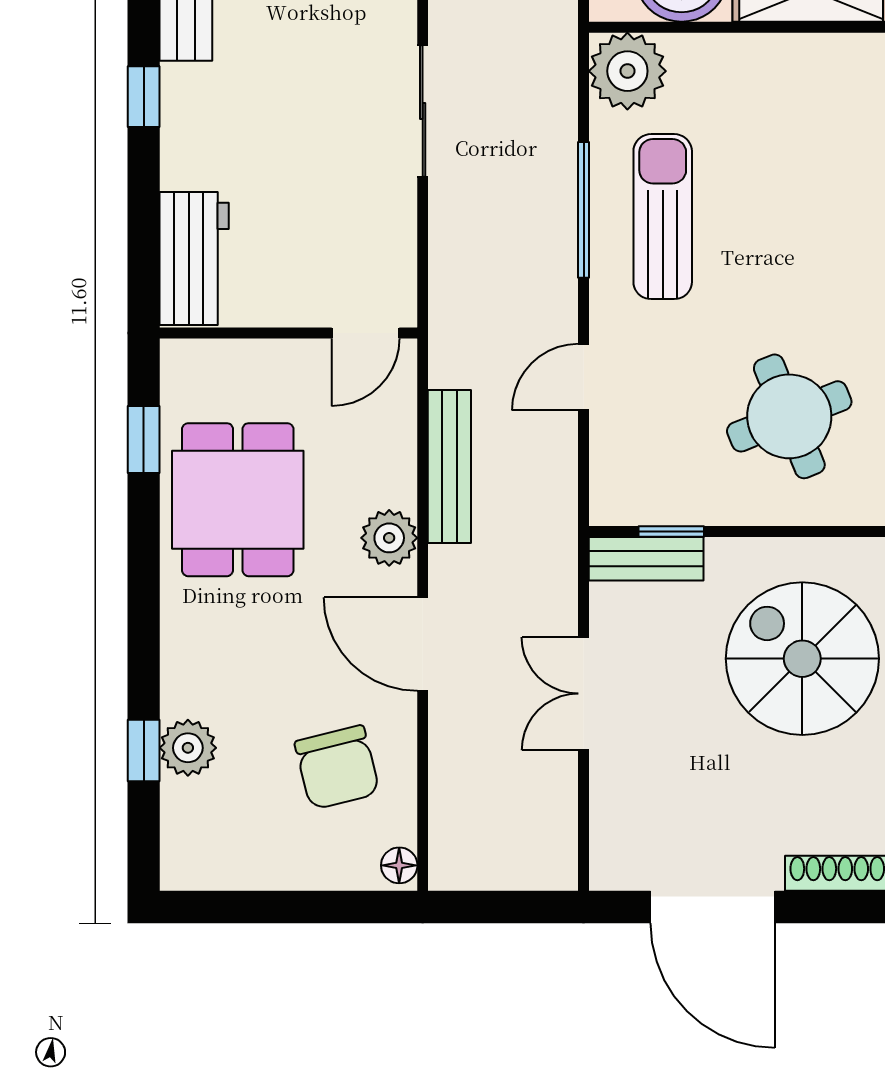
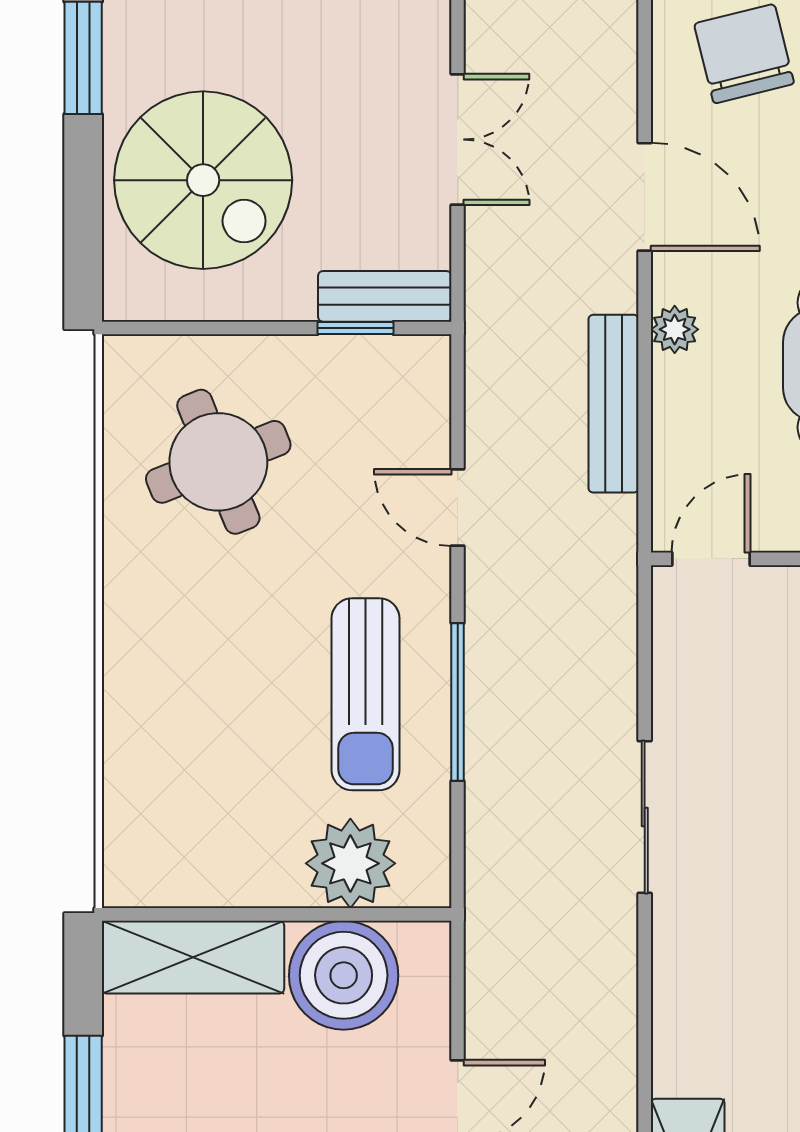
plant: (627, 71) -> (350, 863), moved
door: (584, 377) -> (458, 507), swing flipped
plant: (389, 538) -> (675, 329), width x0.73, depth x0.73

